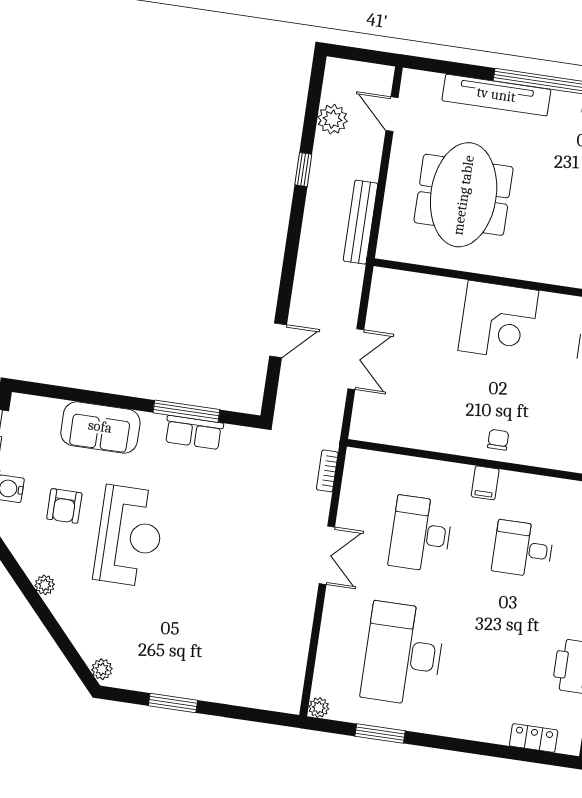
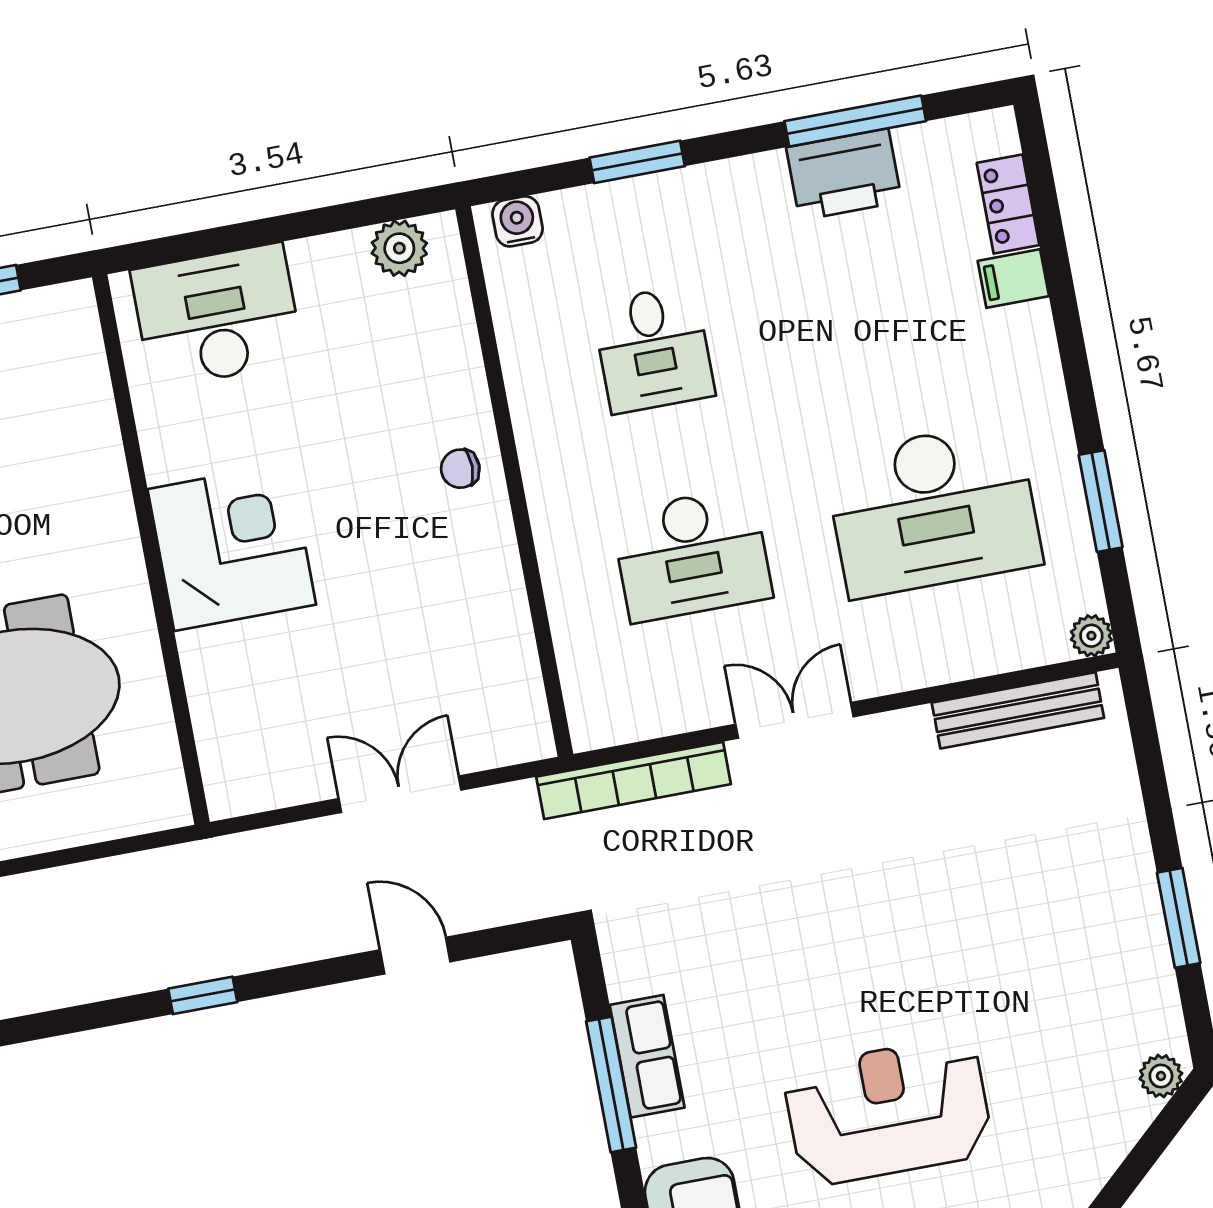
window: (303, 170) -> (203, 995), moved
bench: (361, 222) -> (1018, 710), moved
bookcase: (327, 471) -> (634, 780), width x2.31, depth x1.31
filing cabinet: (485, 483) -> (1013, 279), moved, turned 180

